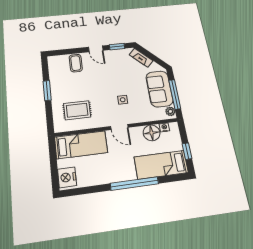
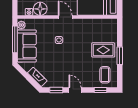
window: (66, 52) -> (101, 90), added
coffee table: (76, 63) -> (105, 75), moved
rug: (77, 110) -> (103, 50), moved

